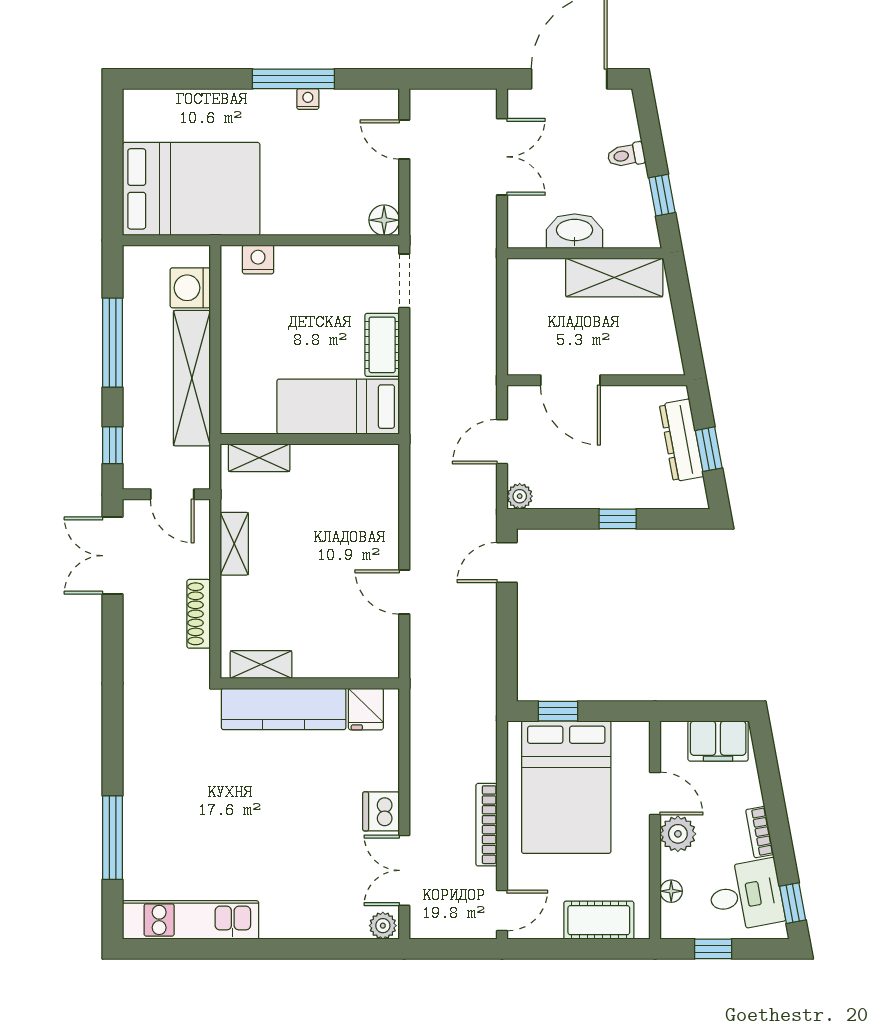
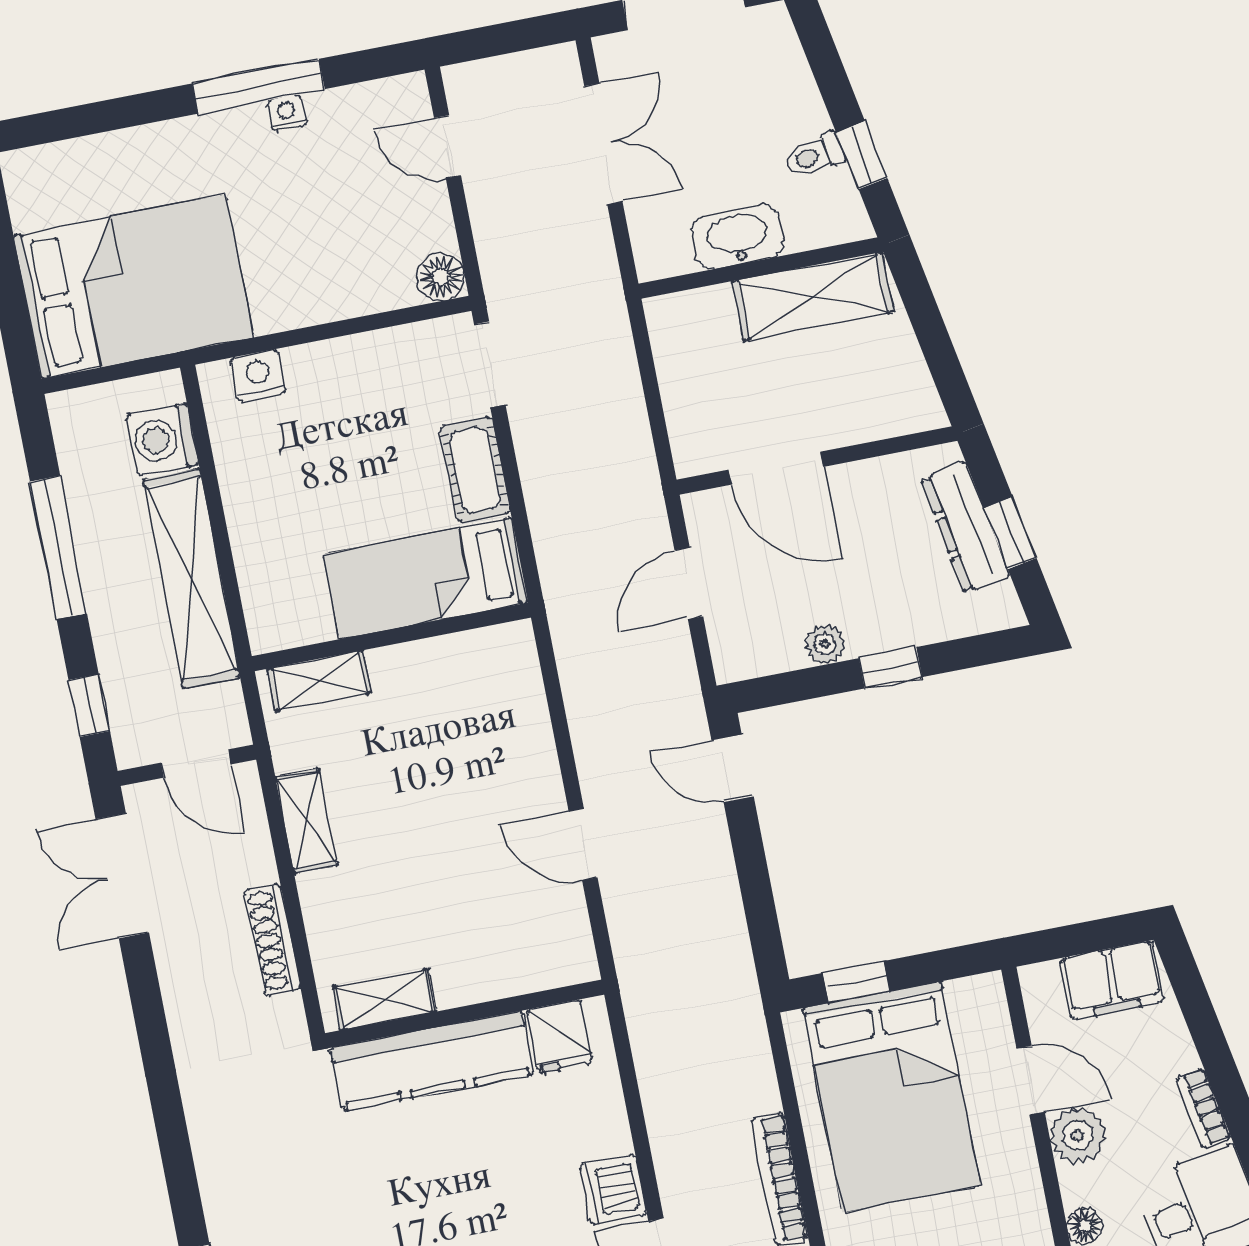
toilet: (626, 155) -> (815, 156), moved
plant: (520, 496) -> (825, 644), moved
door: (507, 563) -> (733, 768), hinge flipped

